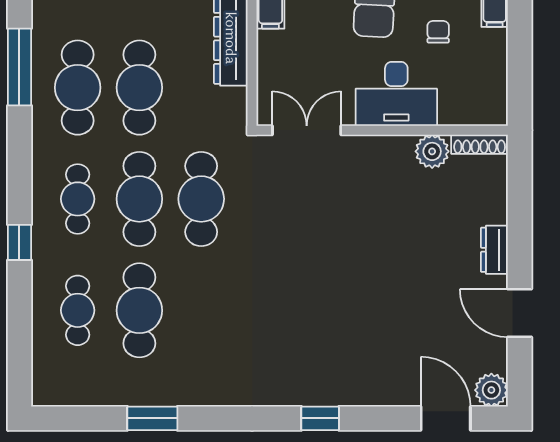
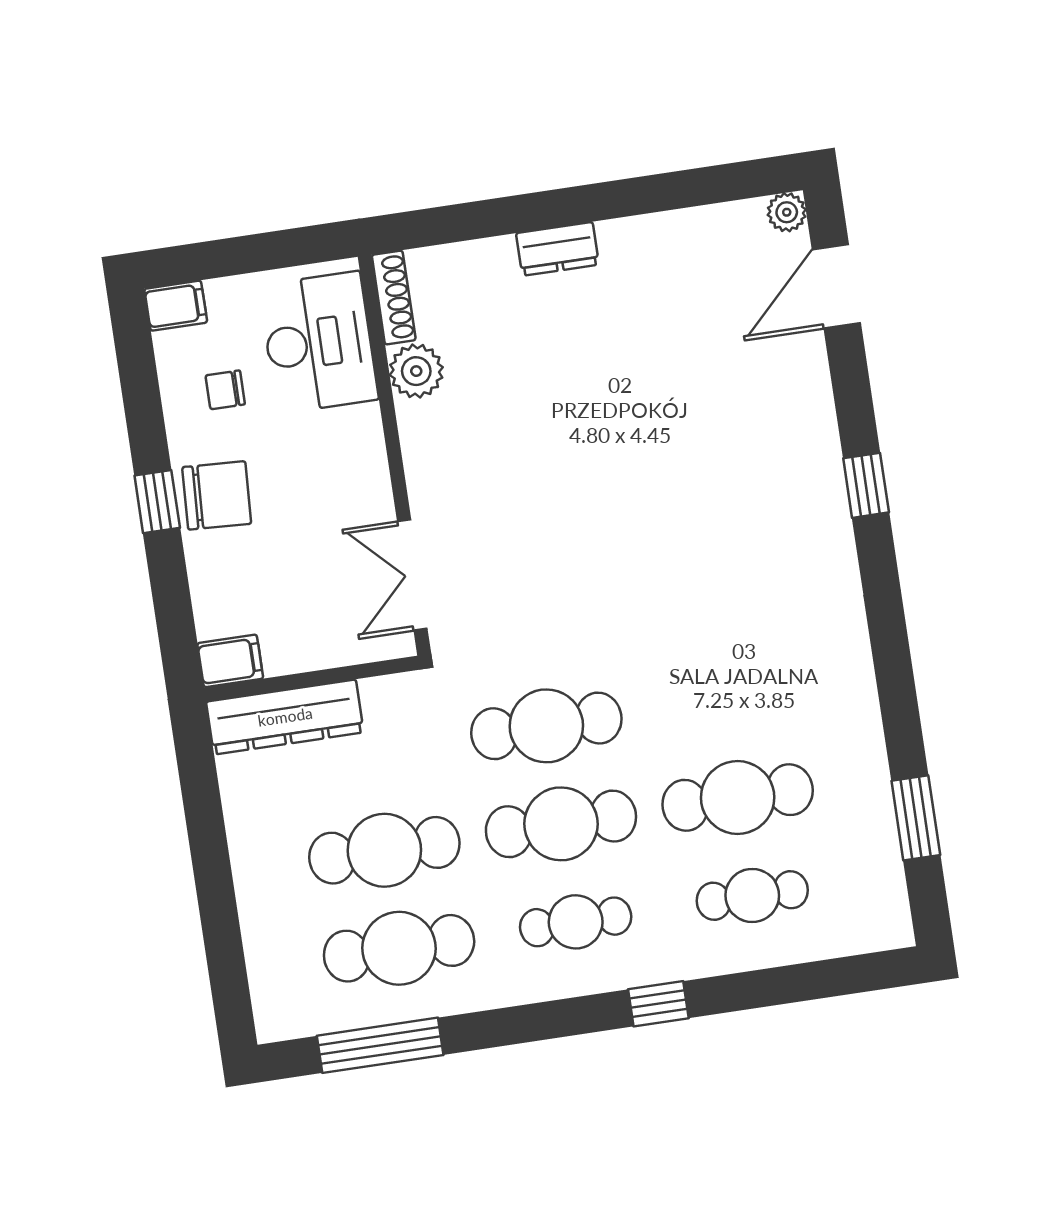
desk: (396, 94) -> (319, 342), moved
door: (520, 313) -> (652, 194), removed
plant: (491, 390) -> (787, 212), width x0.73, depth x0.73
window: (152, 418) -> (916, 818), moved

